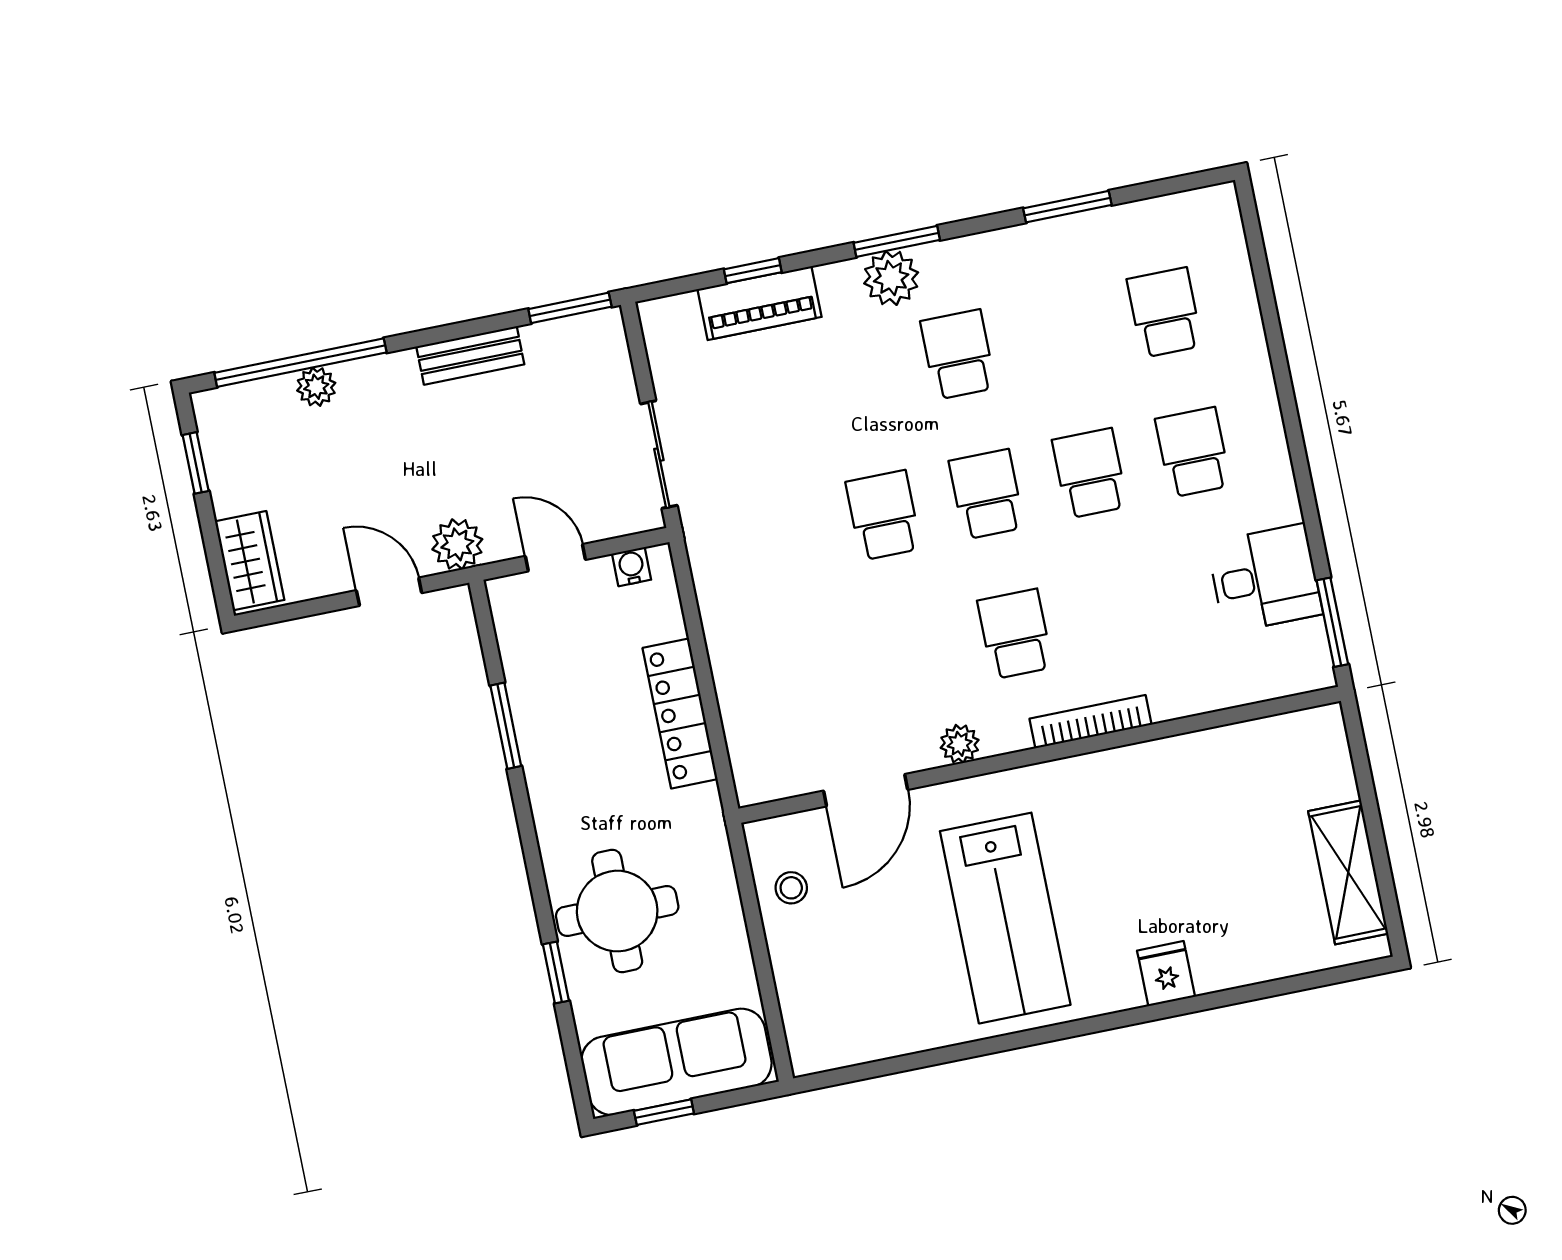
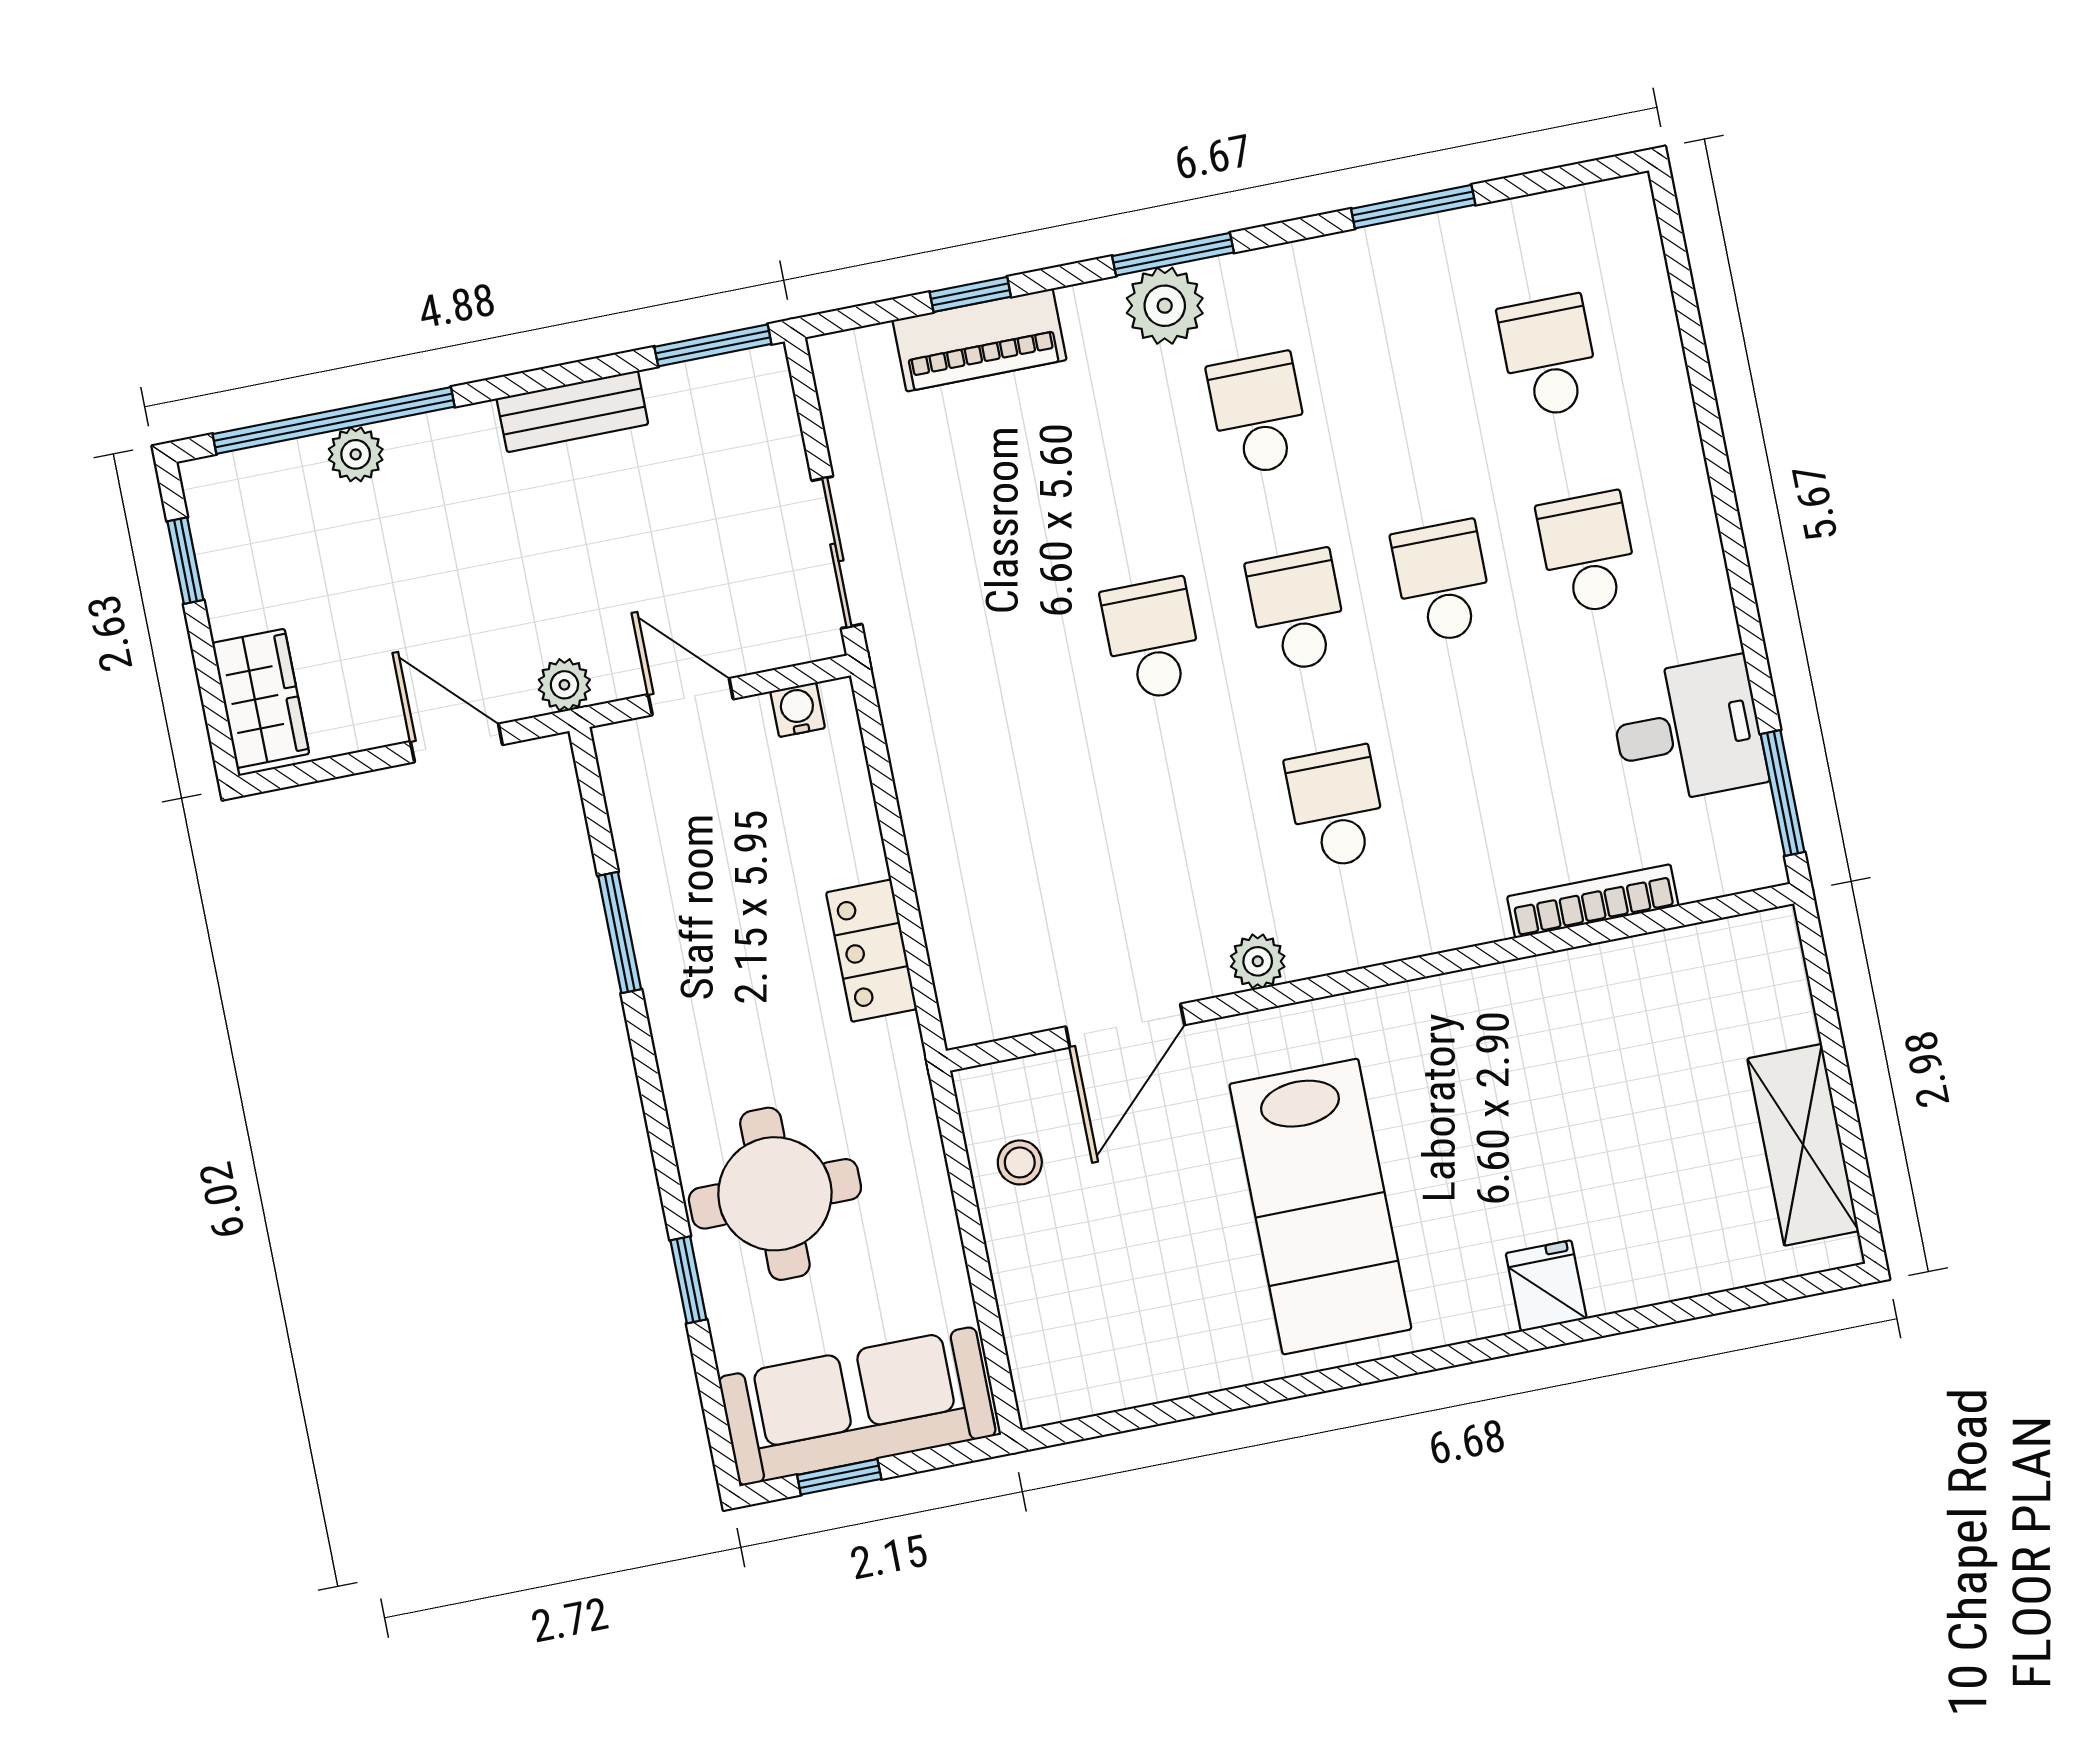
plant: (457, 544) -> (564, 685), width x0.73, depth x0.73
locker: (680, 714) -> (872, 951), width x0.66
bookcase: (1090, 722) -> (1593, 901), moved

